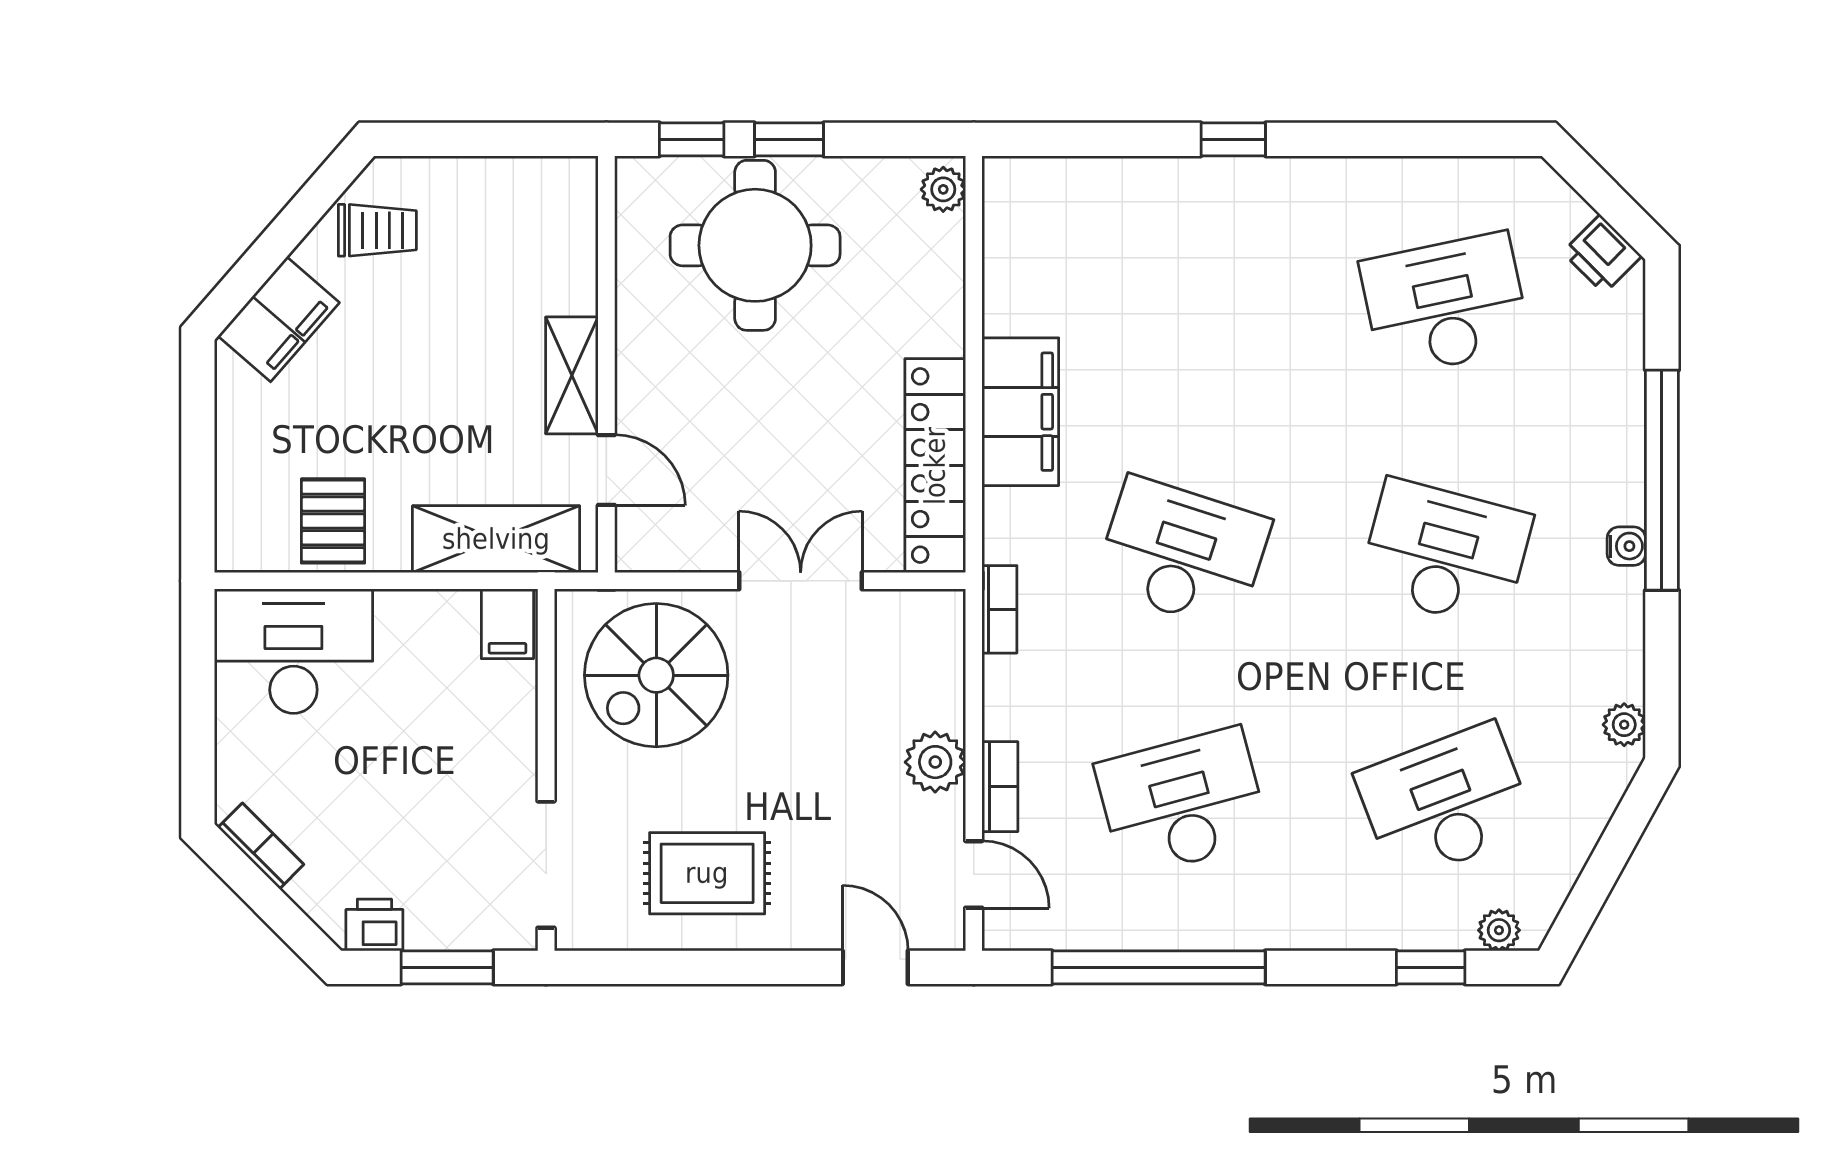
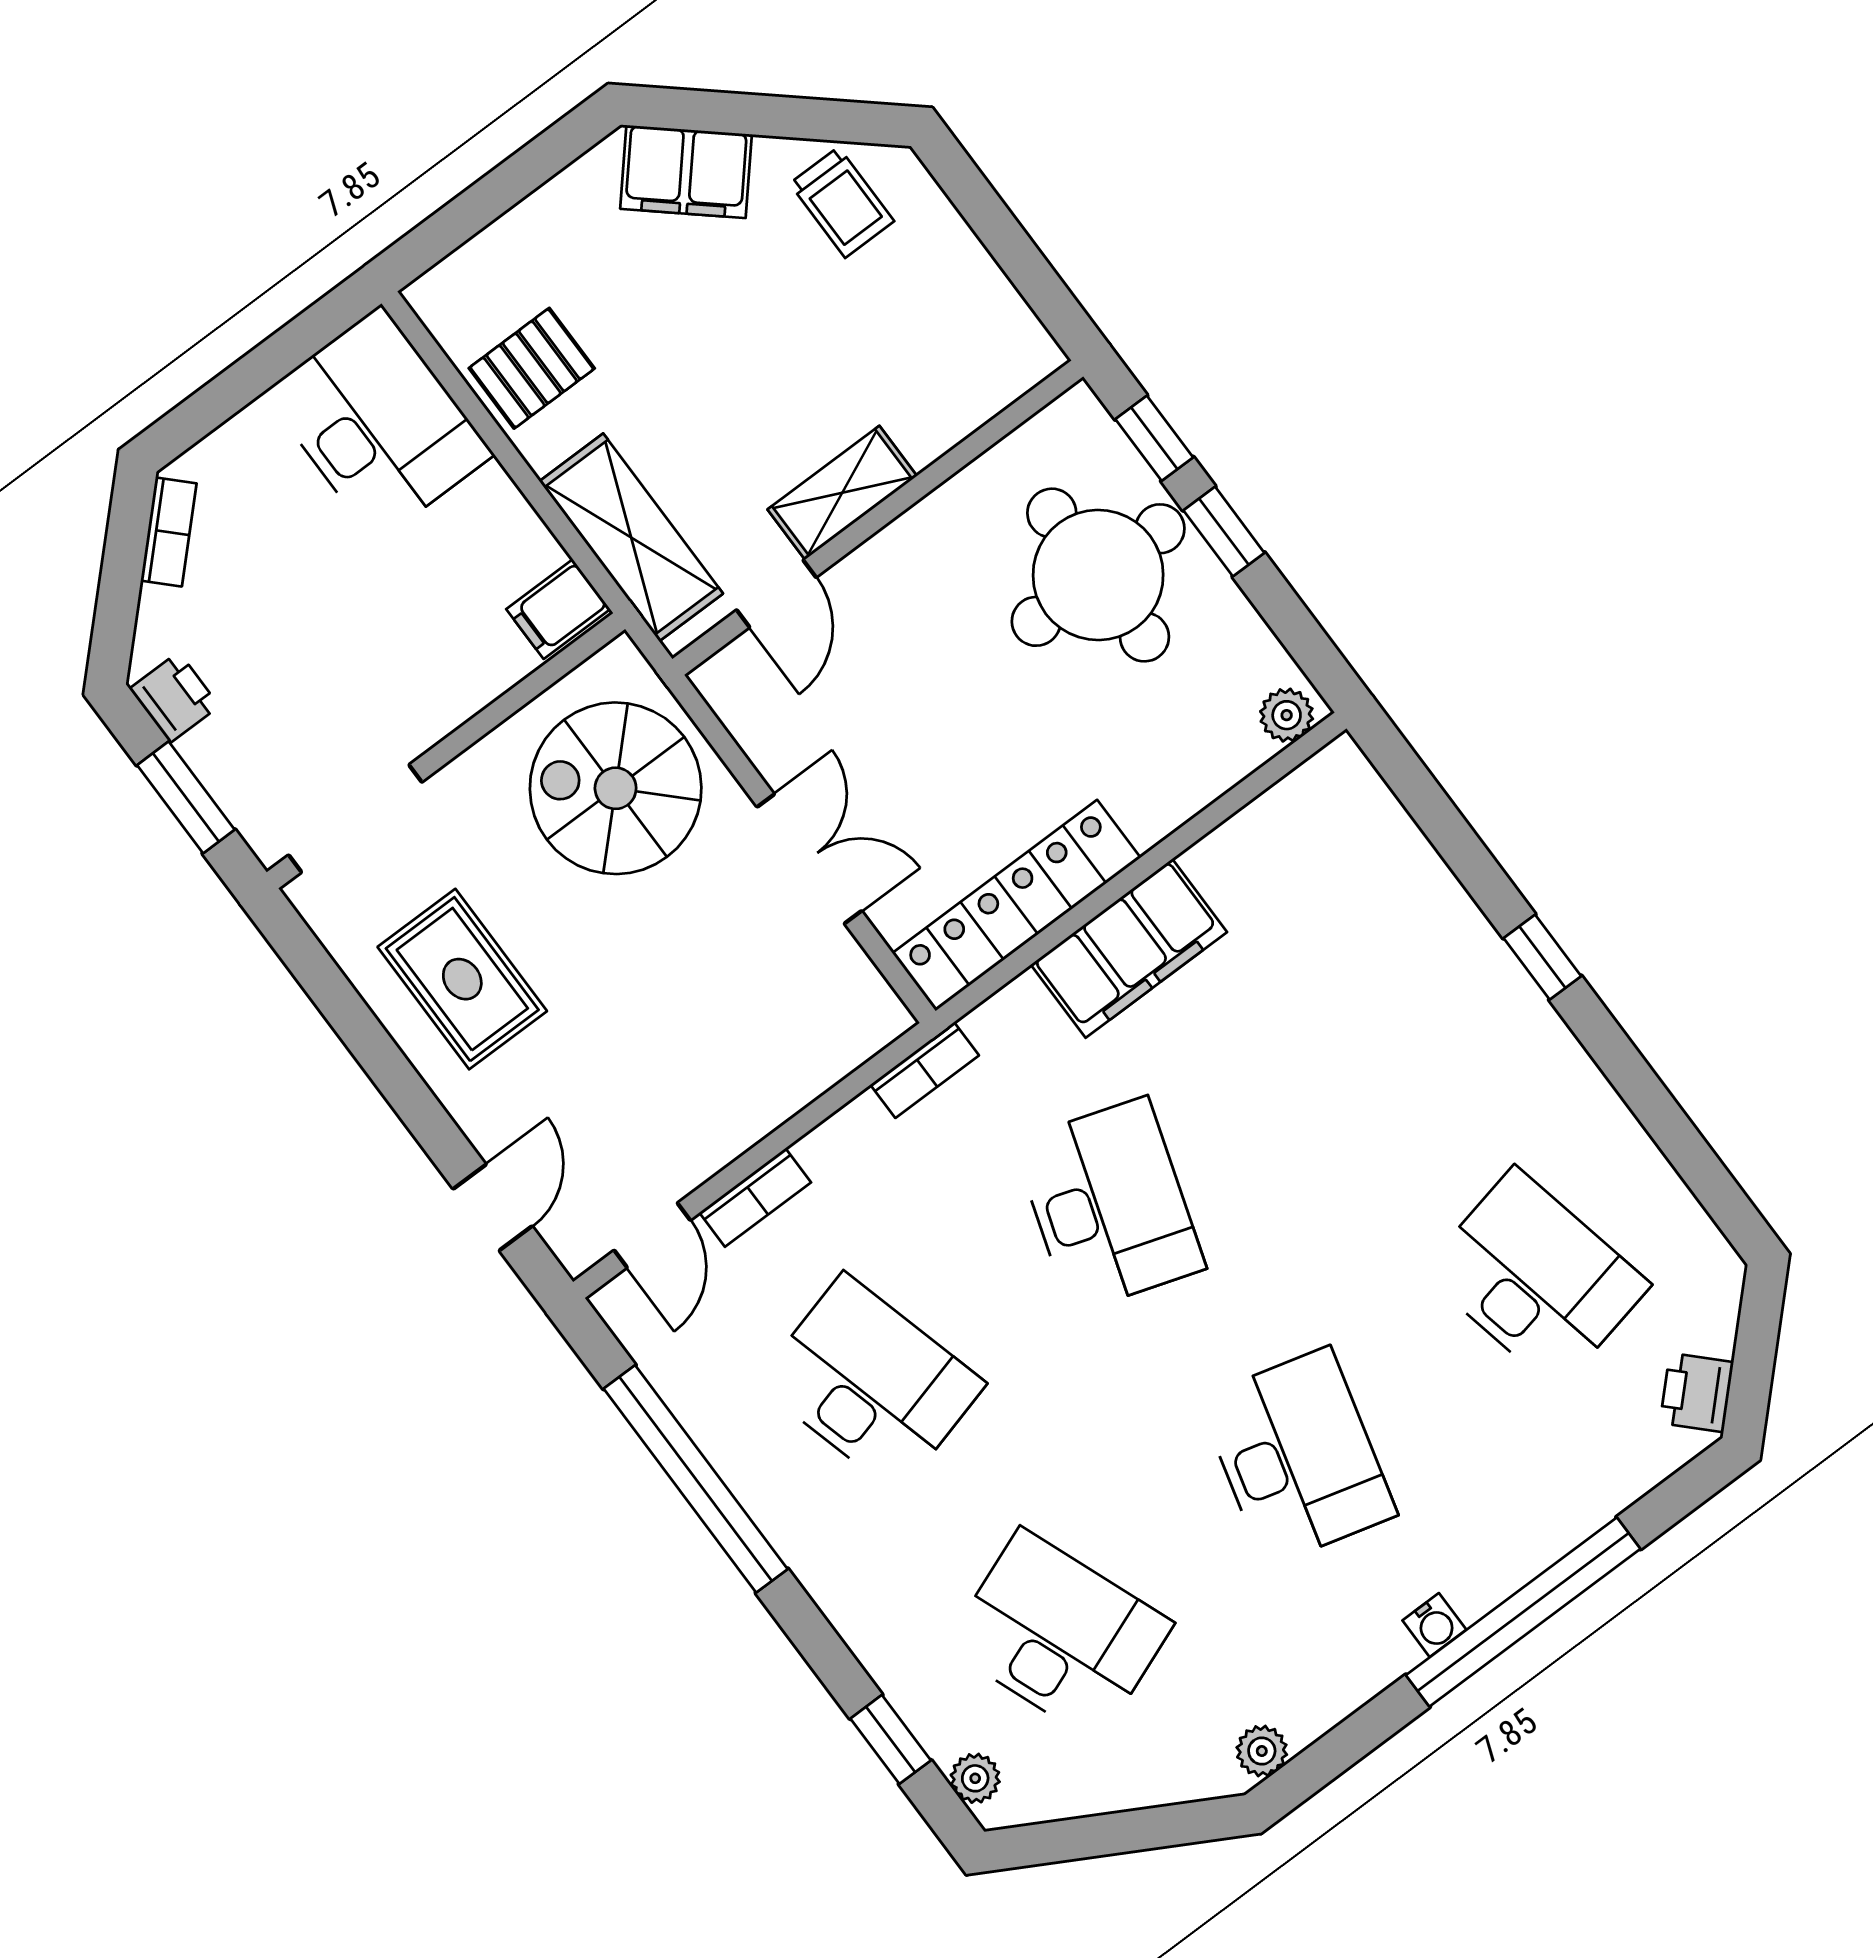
plant: (935, 762) -> (732, 1118), removed

